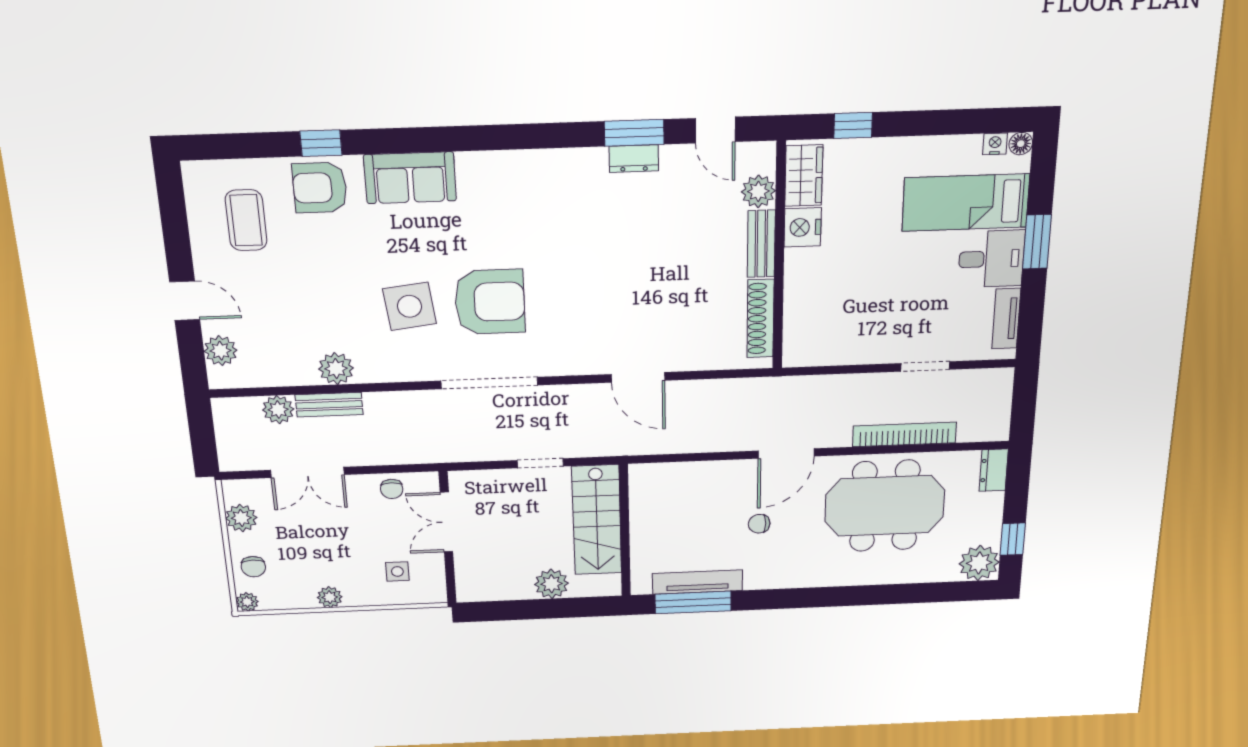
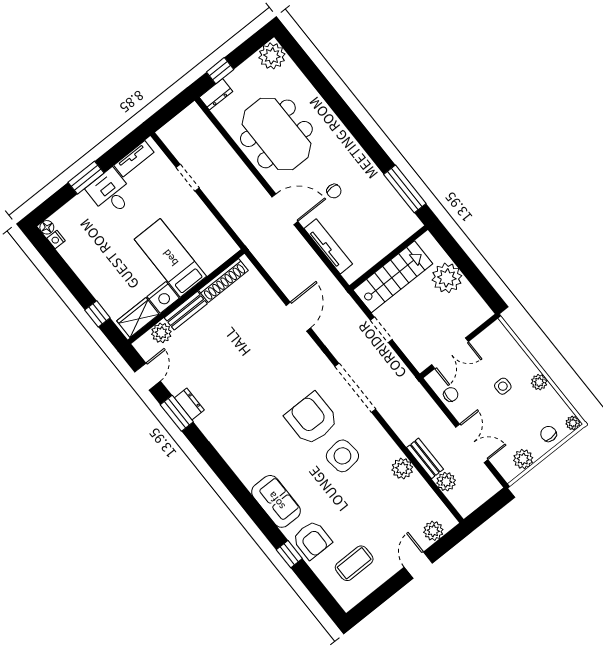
bed: (966, 203) -> (170, 258), moved, turned 180
bookcase: (904, 434) -> (230, 157), removed
window: (1013, 539) -> (220, 71), moved
chair: (253, 567) -> (549, 434), turned -90
side table: (397, 571) -> (503, 386), moved
tv unit: (697, 582) -> (328, 246), moved, turned 180
plant: (551, 584) -> (447, 278), width x1.36, depth x1.36

